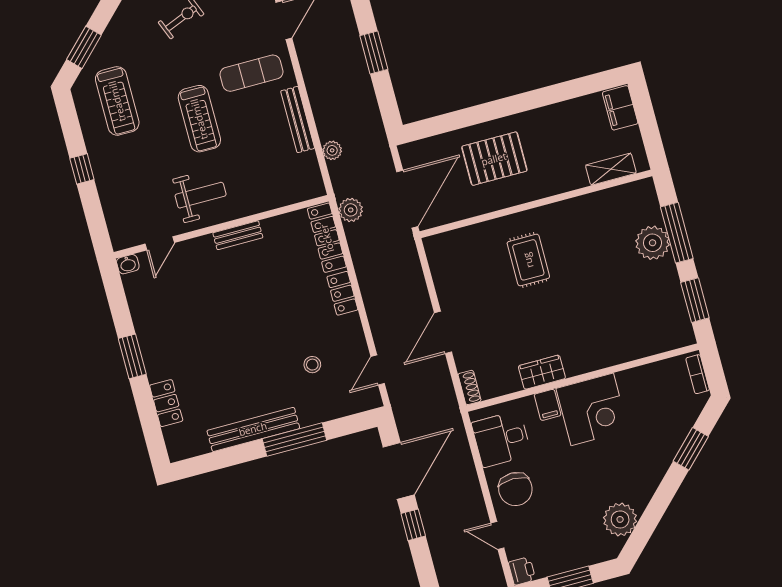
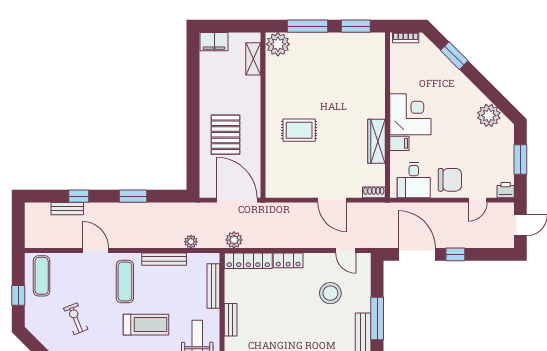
bench: (278, 199) -> (213, 286), added
plant: (653, 243) -> (278, 44), moved
stool: (312, 365) -> (330, 293), width x1.89, depth x1.89
wardrobe: (542, 372) -> (376, 141), width x1.50

